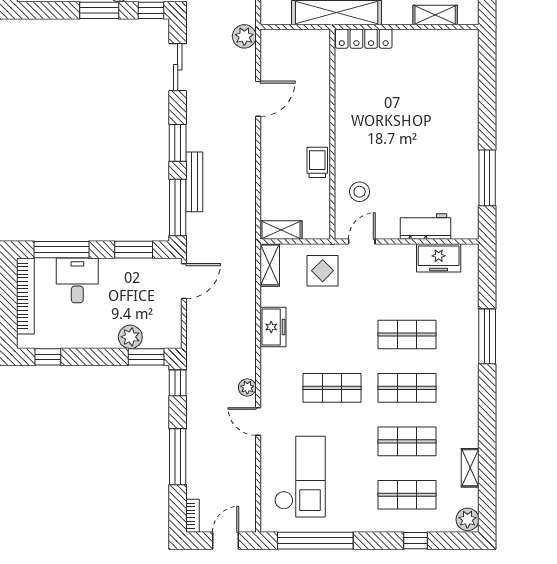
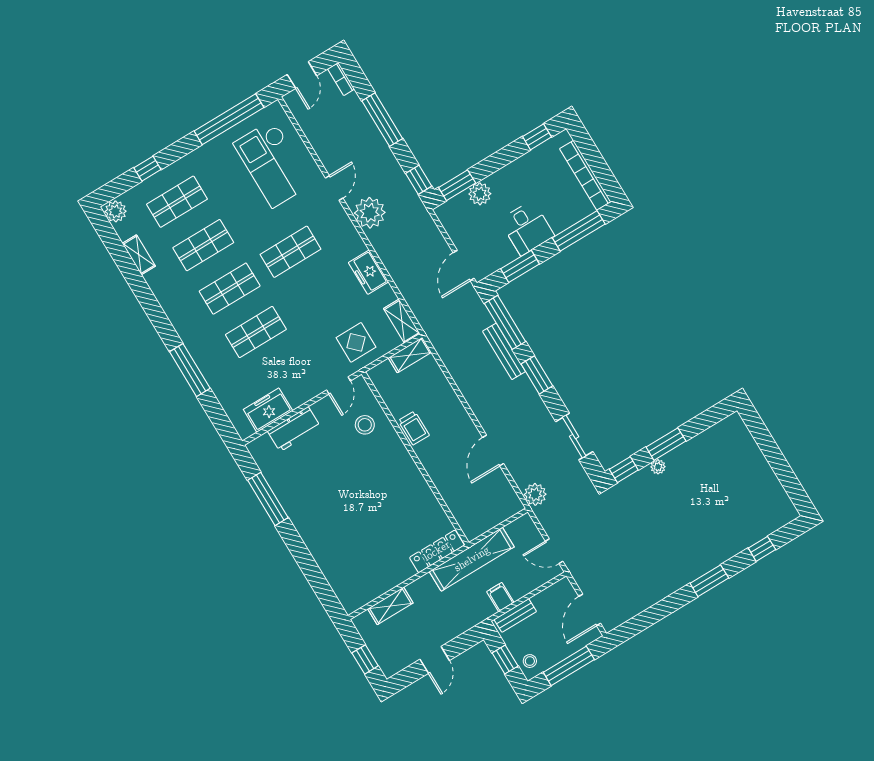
desk: (77, 280) -> (527, 228), moved
plant: (247, 387) -> (370, 213), width x1.88, depth x1.88
door: (258, 421) -> (334, 188), hinge flipped

